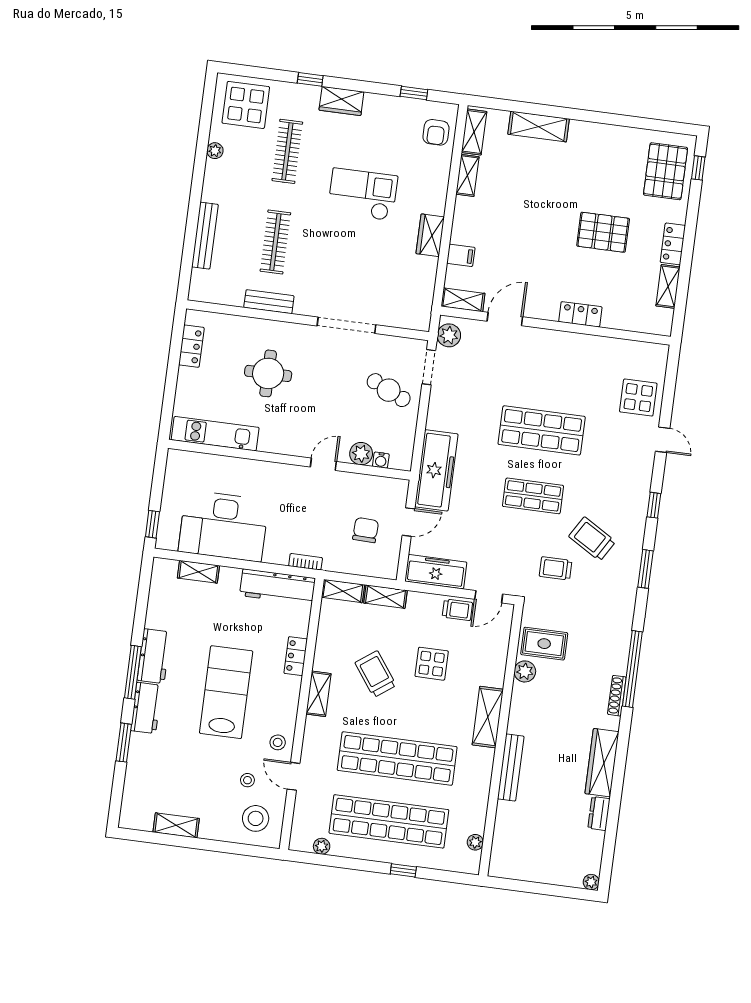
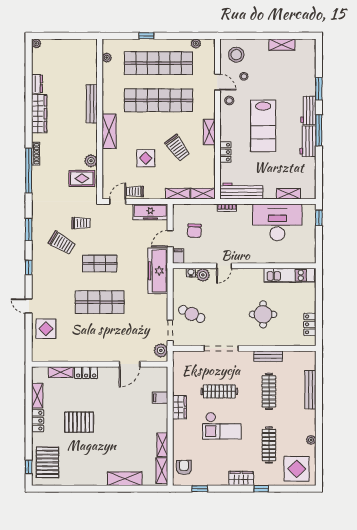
clothes rail: (359, 253) -> (219, 391), added
shelving: (463, 300) -> (61, 372), moved
filing cabinet: (399, 491) -> (178, 256), added

